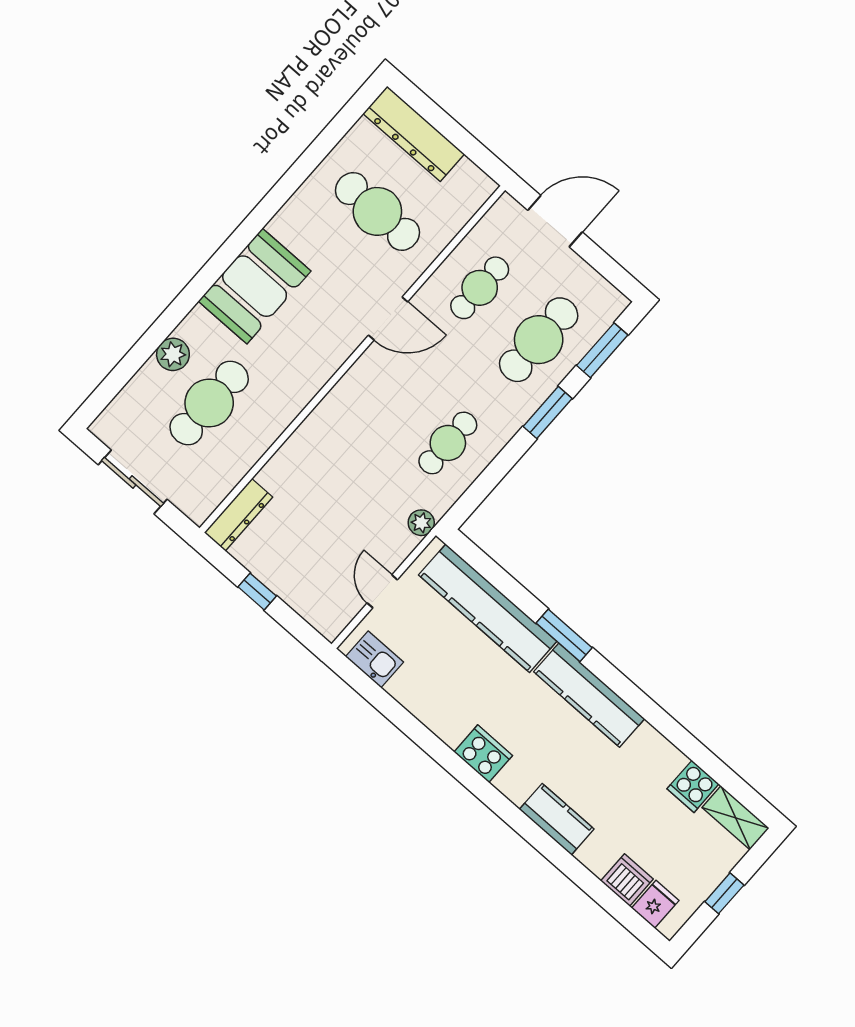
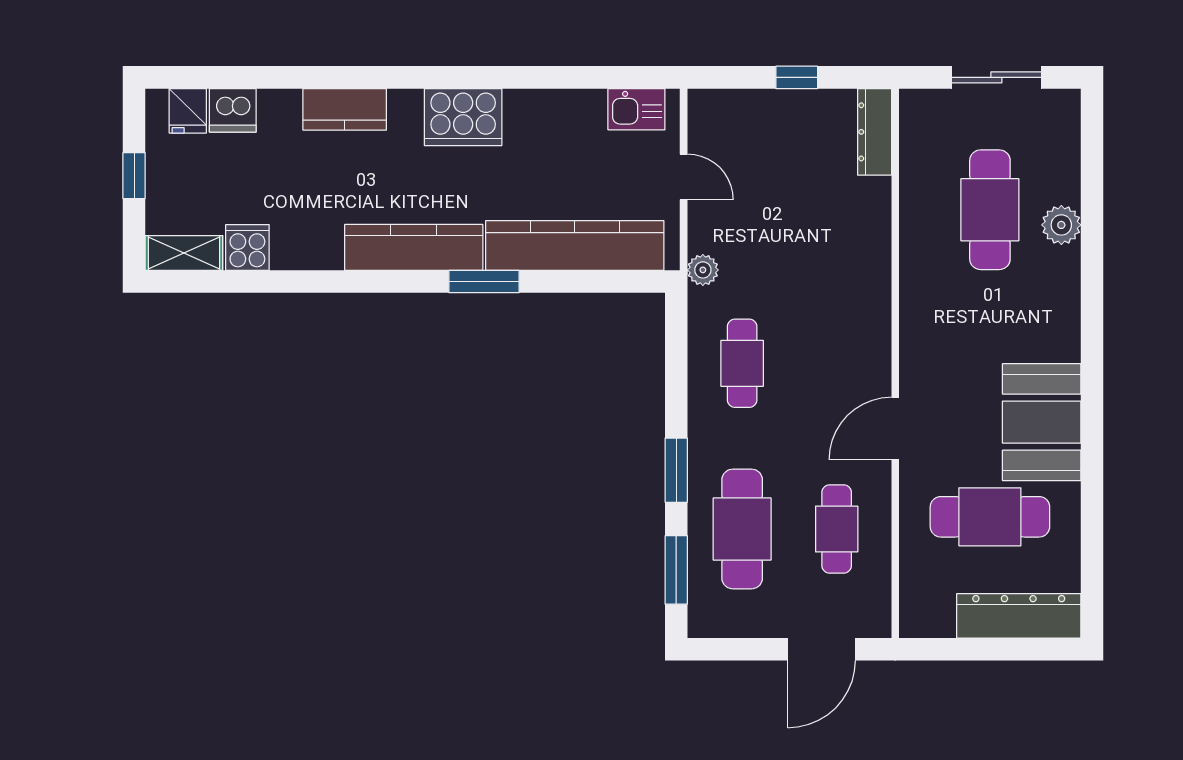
booth: (255, 286) -> (1042, 422), moved
cooker: (483, 754) -> (463, 117), width x1.37, depth x1.31

